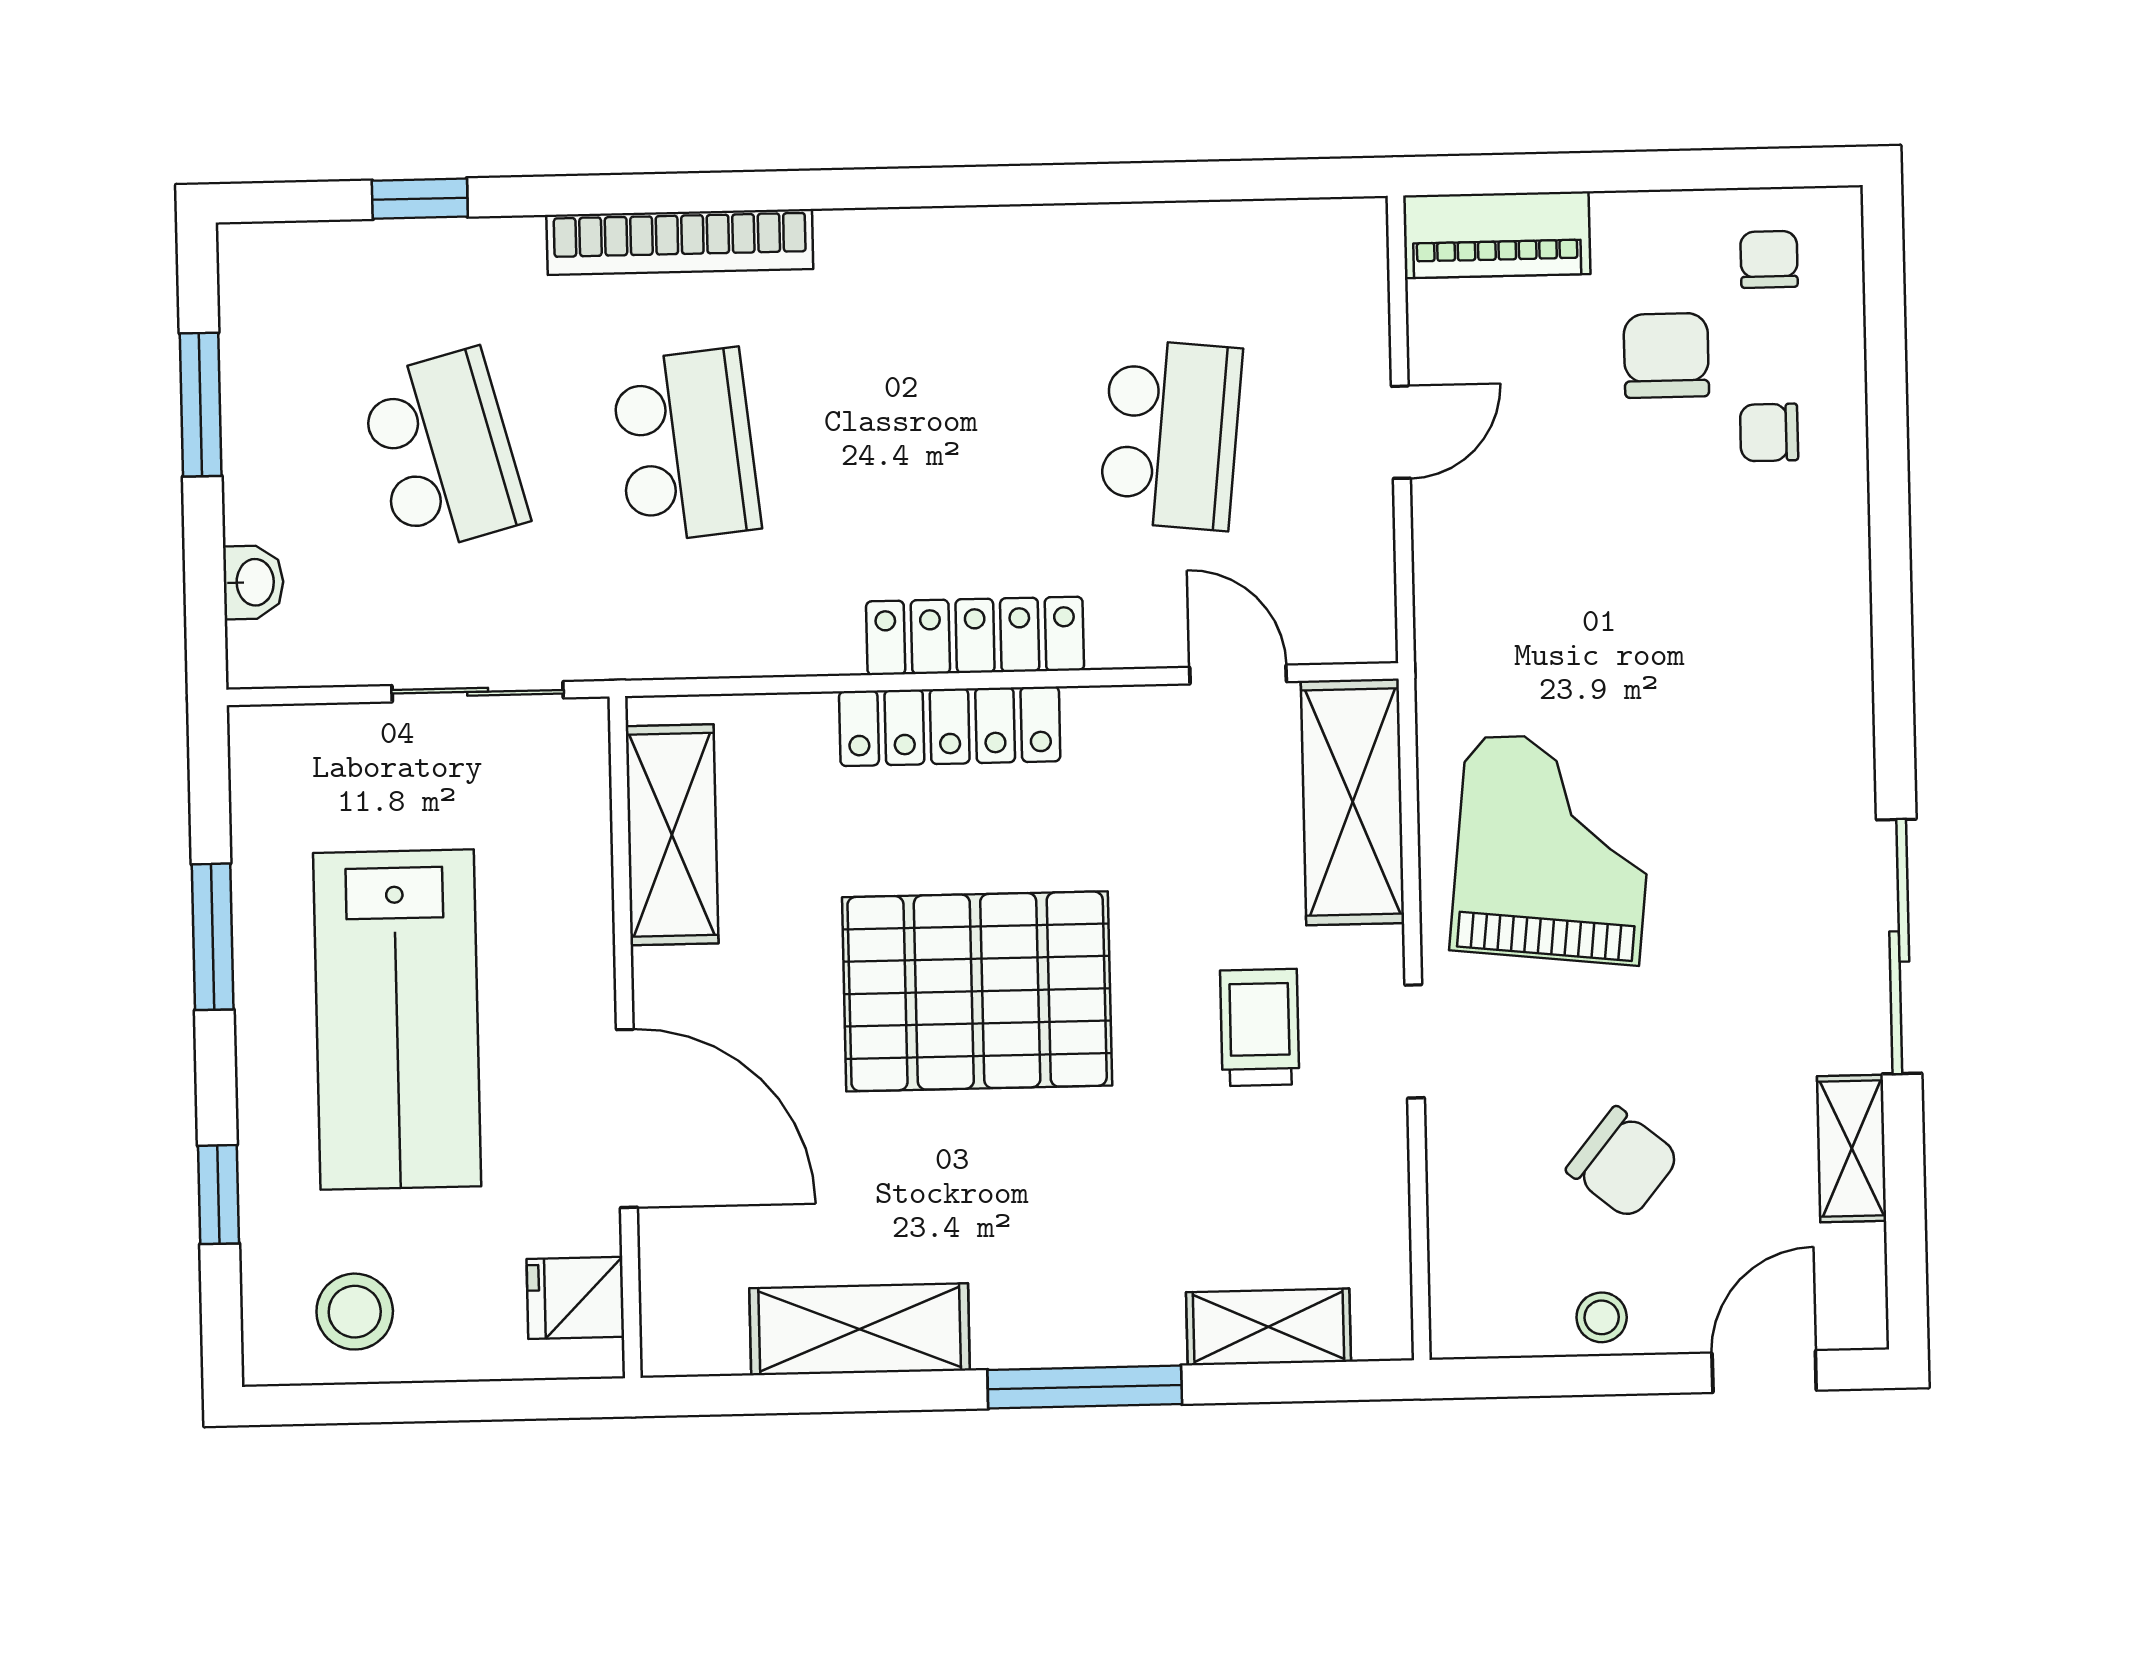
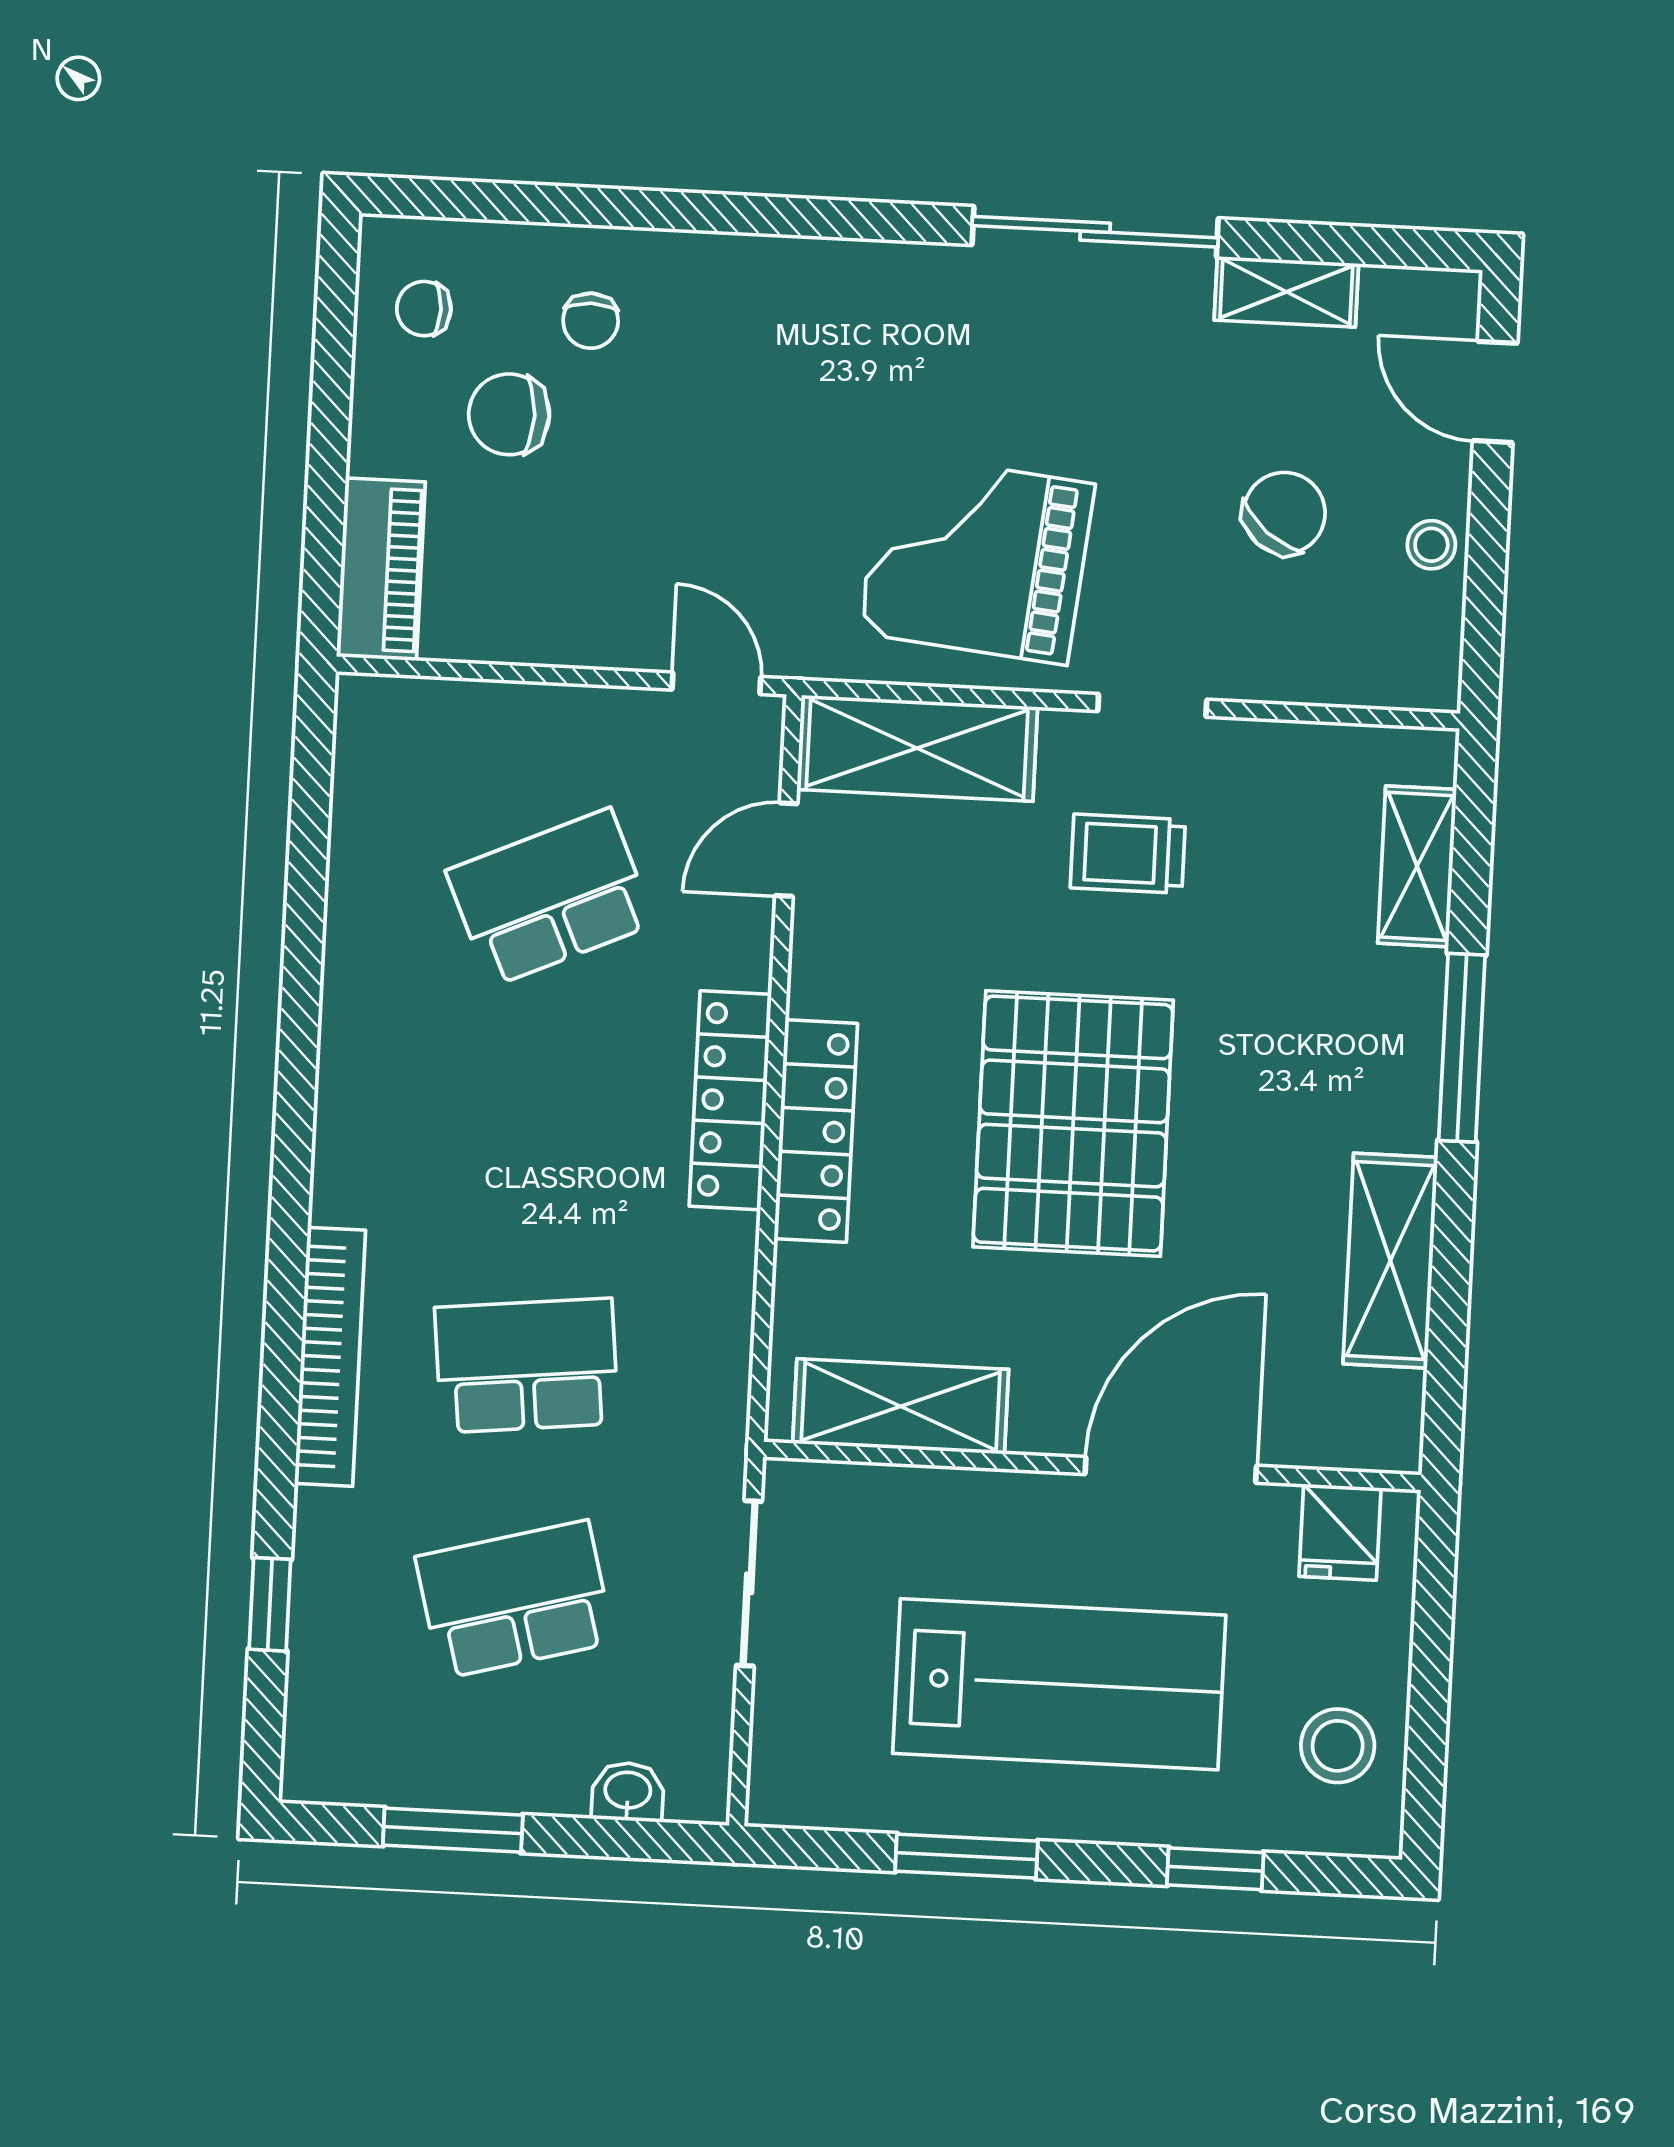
door: (1401, 432) -> (716, 683), moved
school desk: (1171, 435) -> (550, 897), turned -30

